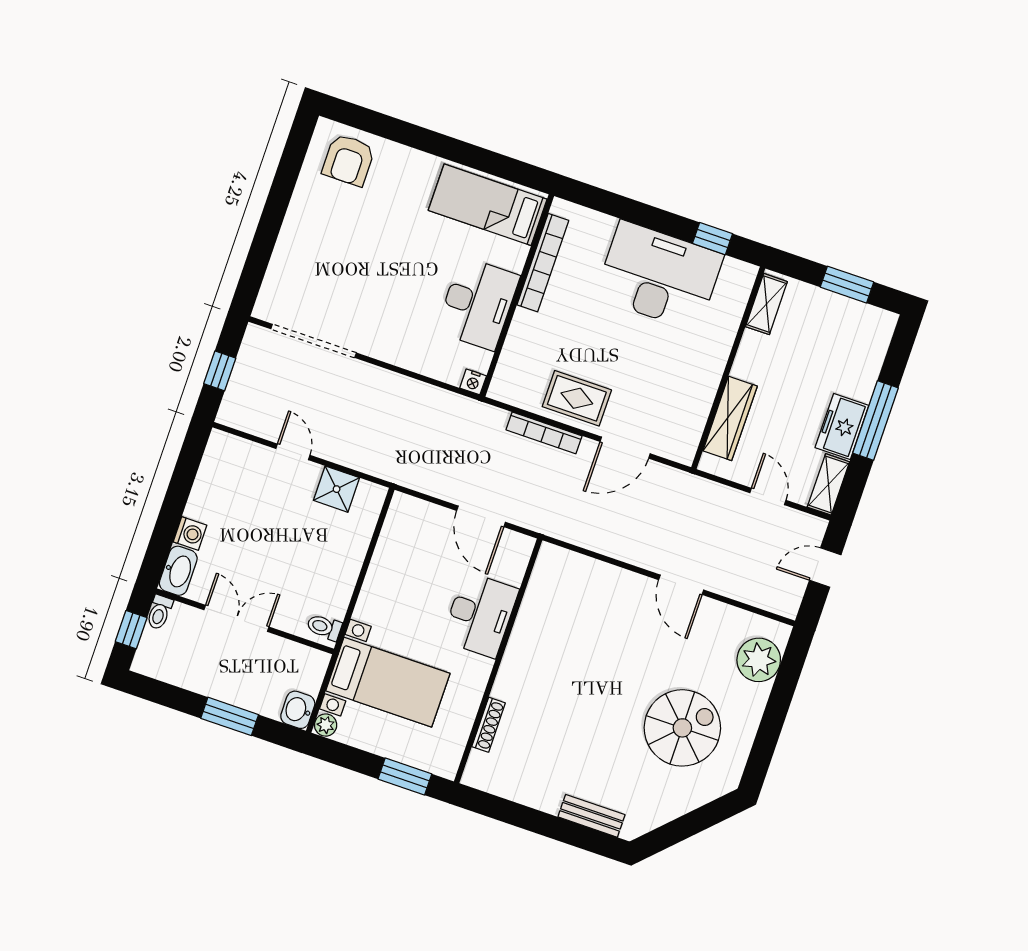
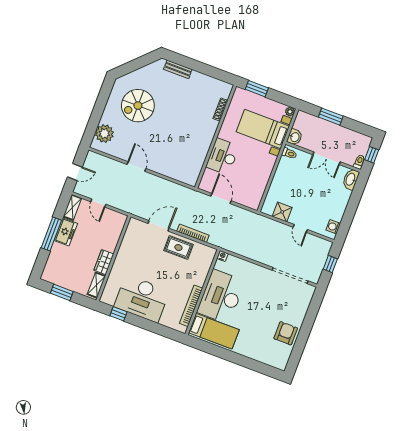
armchair: (348, 160) -> (286, 333), moved
desk: (478, 303) -> (221, 297), width x1.36, depth x1.30
wardrobe: (730, 418) -> (104, 262), moved, width x0.67
washing machine: (190, 533) -> (333, 227), moved
washbasin: (298, 710) -> (295, 137), moved

